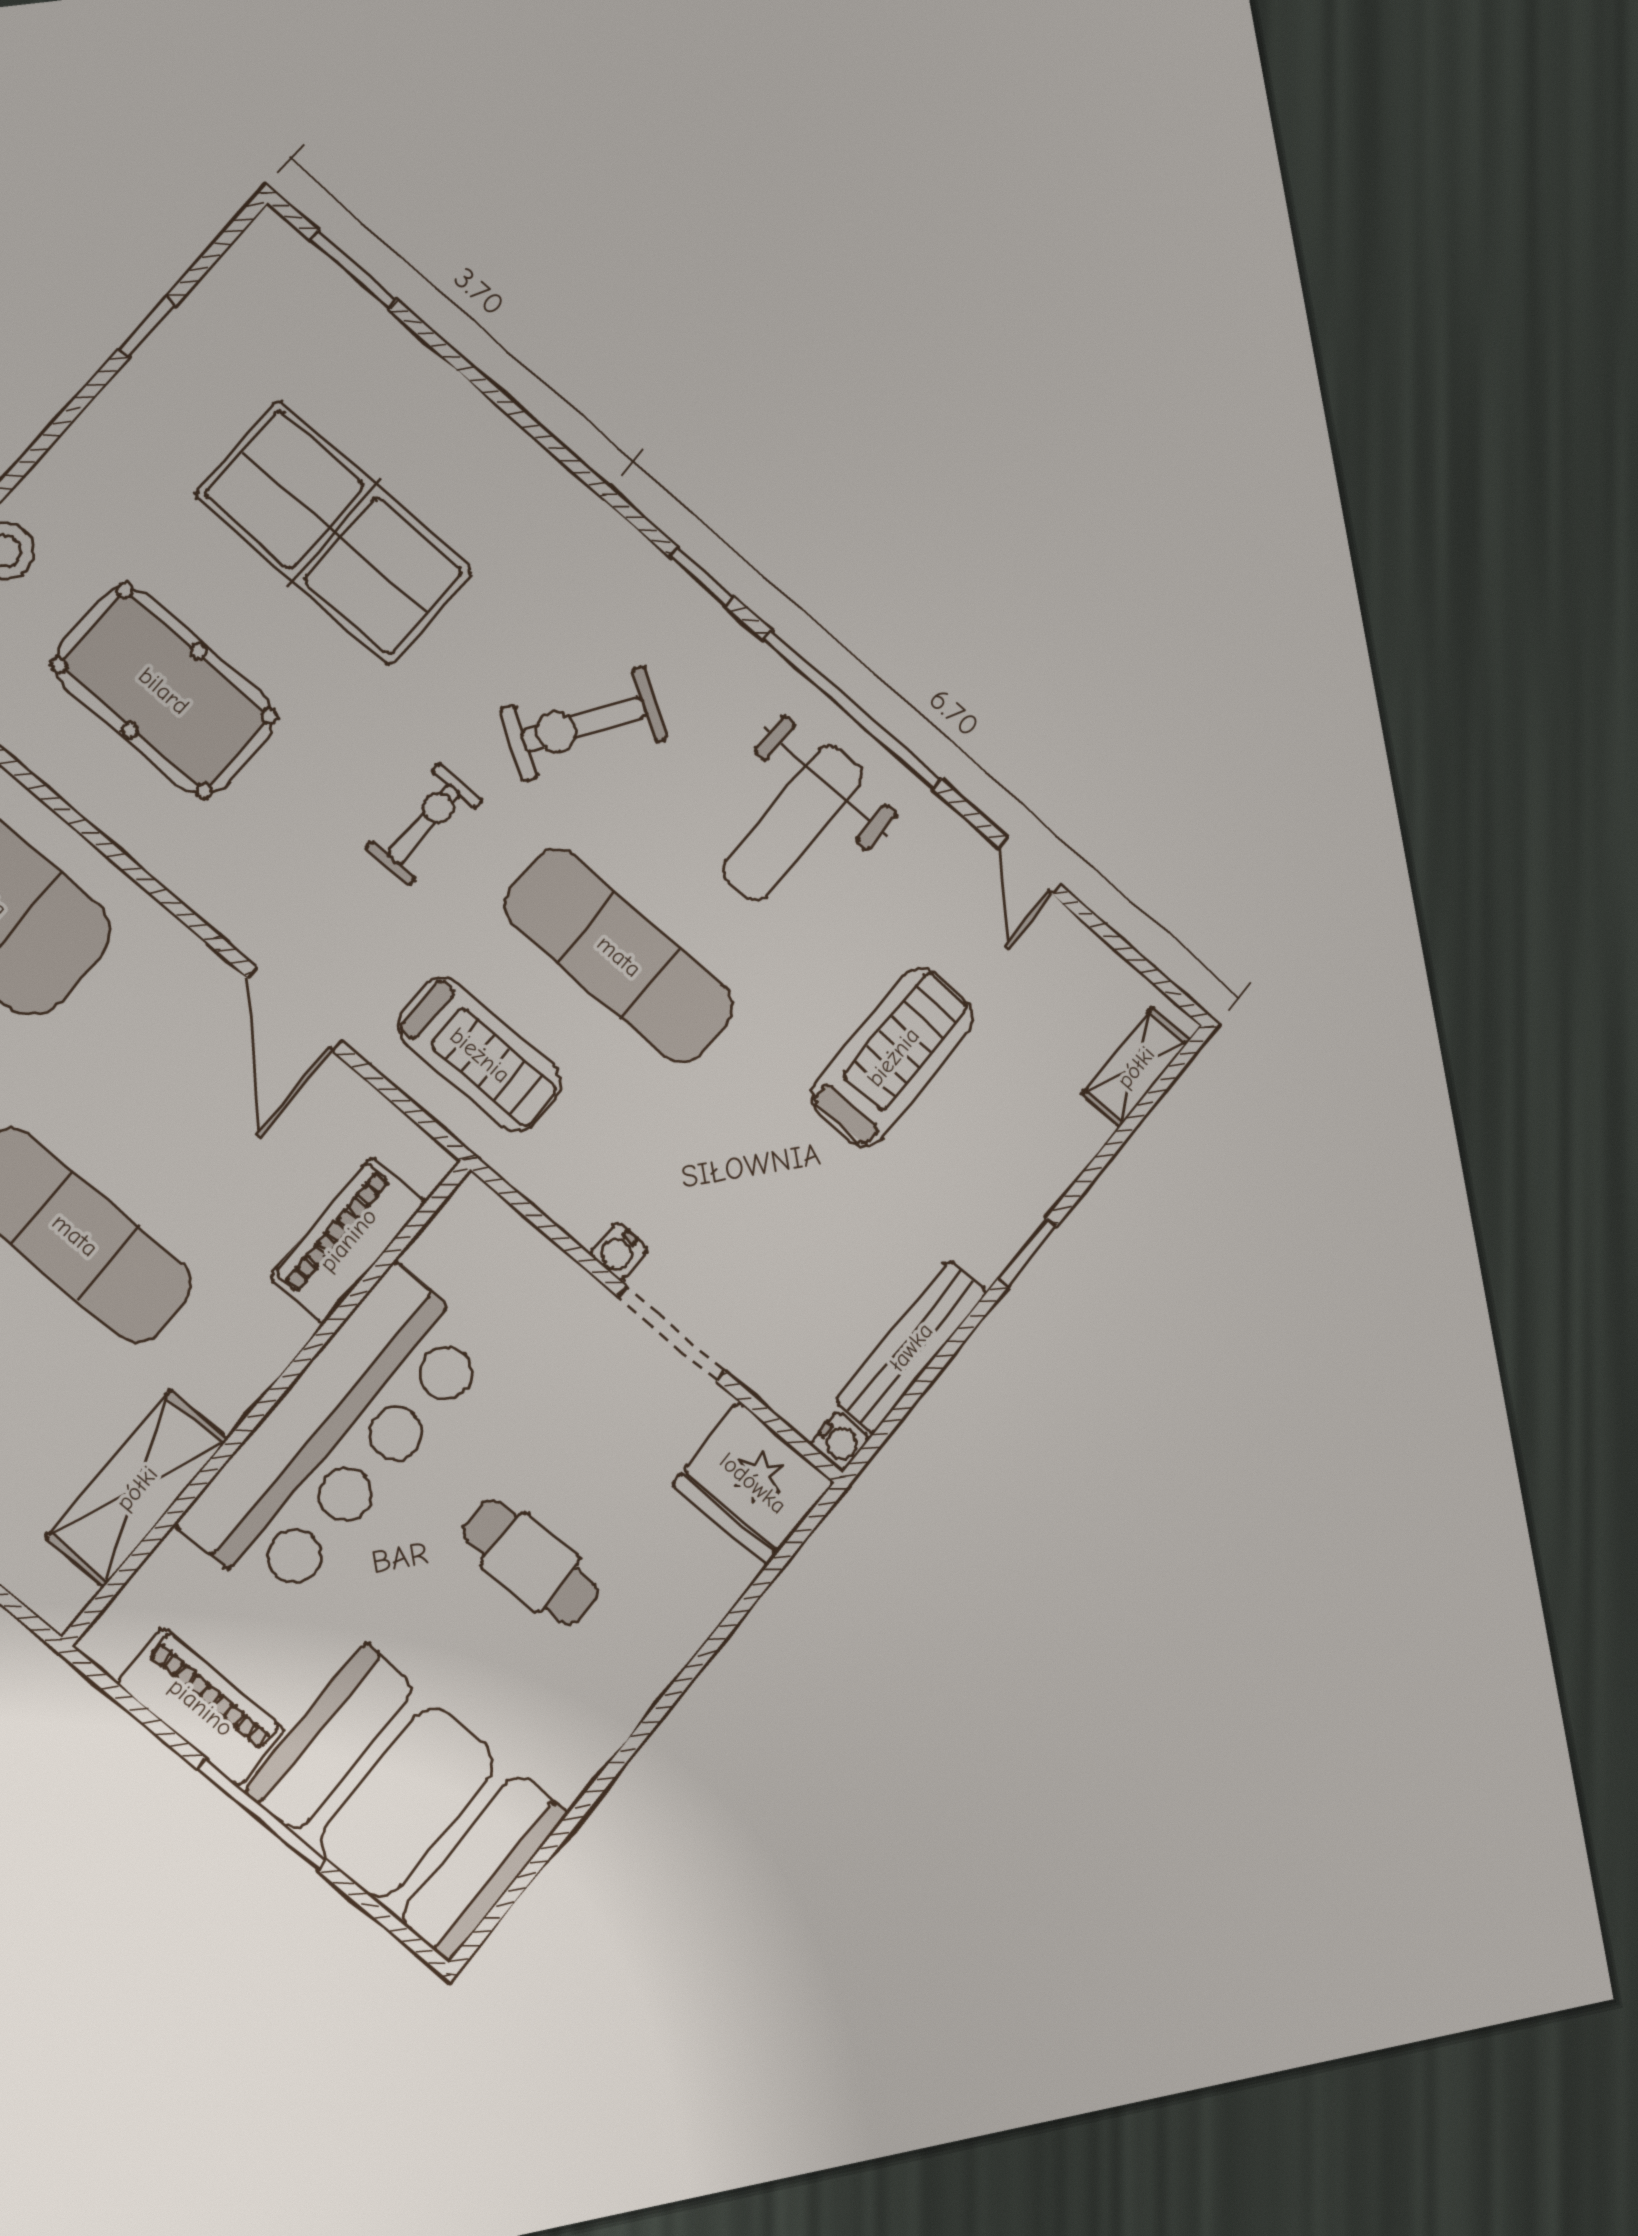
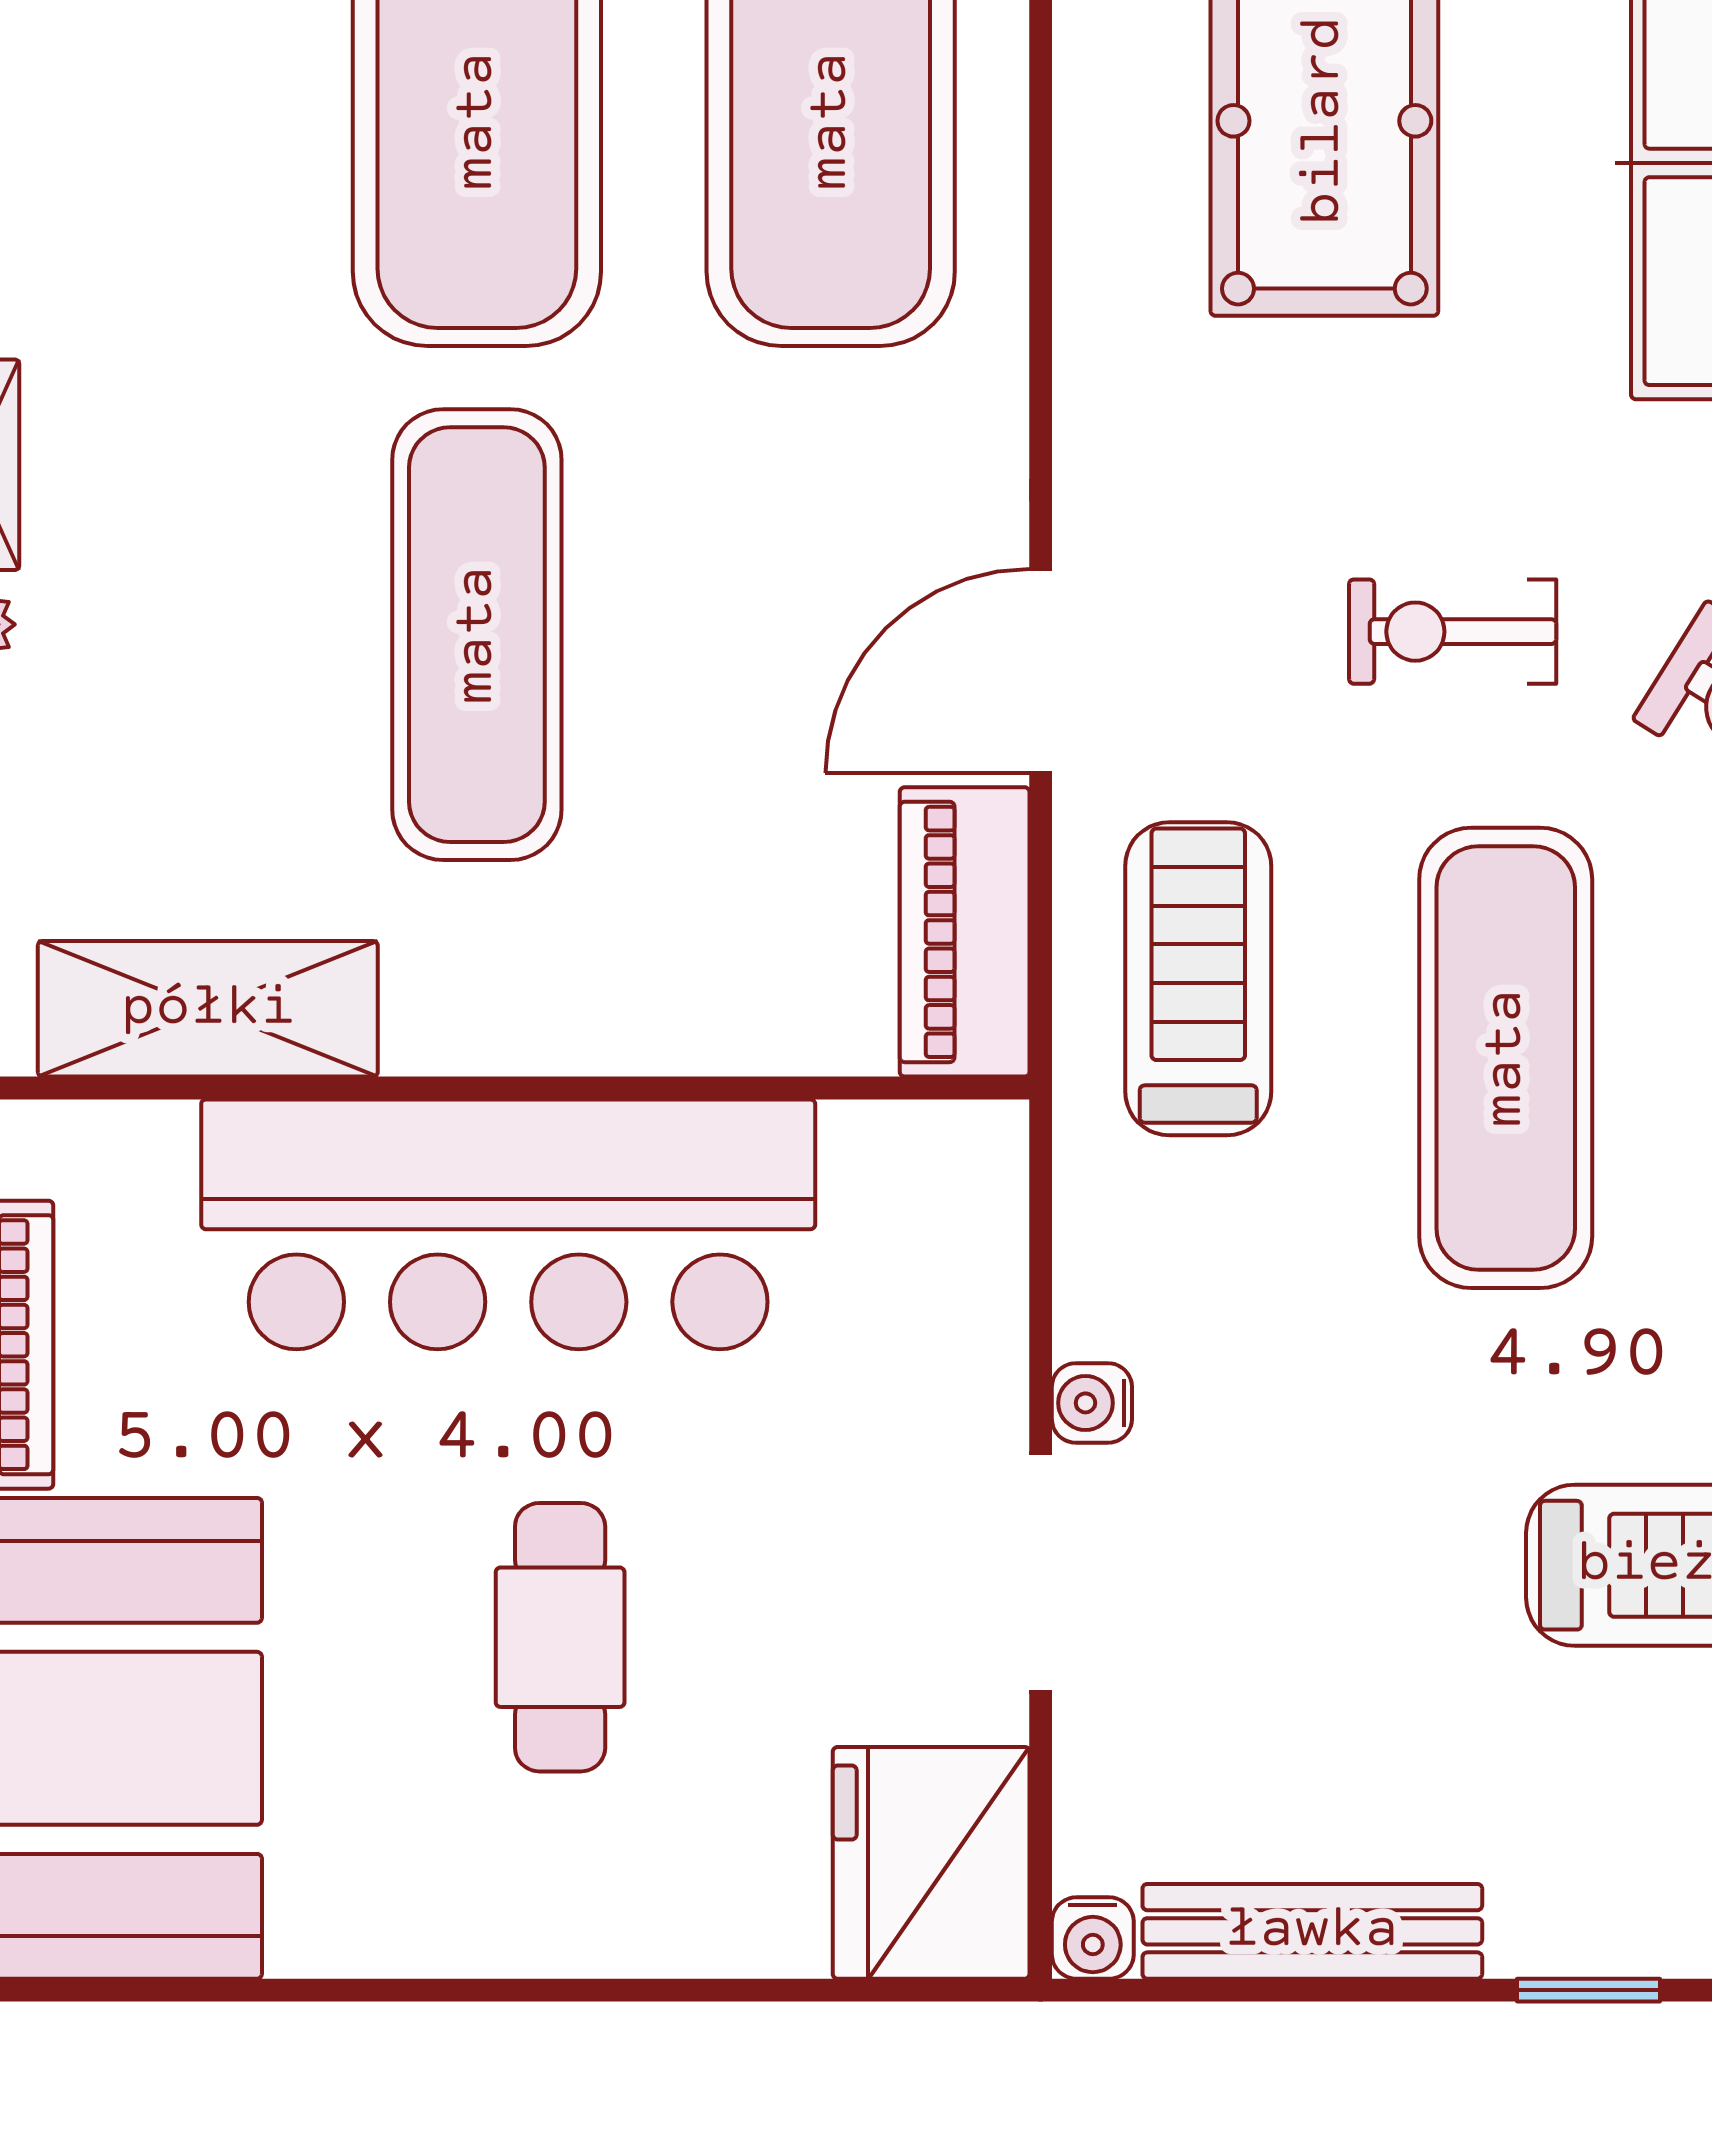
exercise bike: (424, 824) -> (1453, 632), turned 180
treadmill: (480, 1055) -> (1198, 979), turned 180
piano: (348, 1240) -> (965, 932), moved, turned -90

